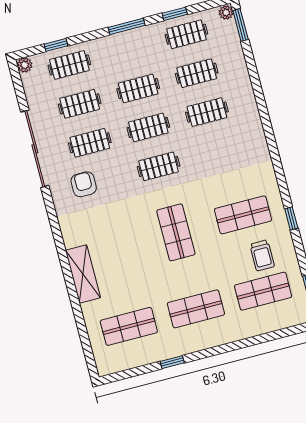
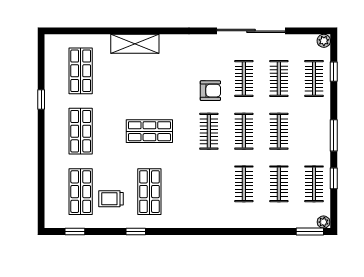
armchair: (84, 184) -> (210, 91), moved

